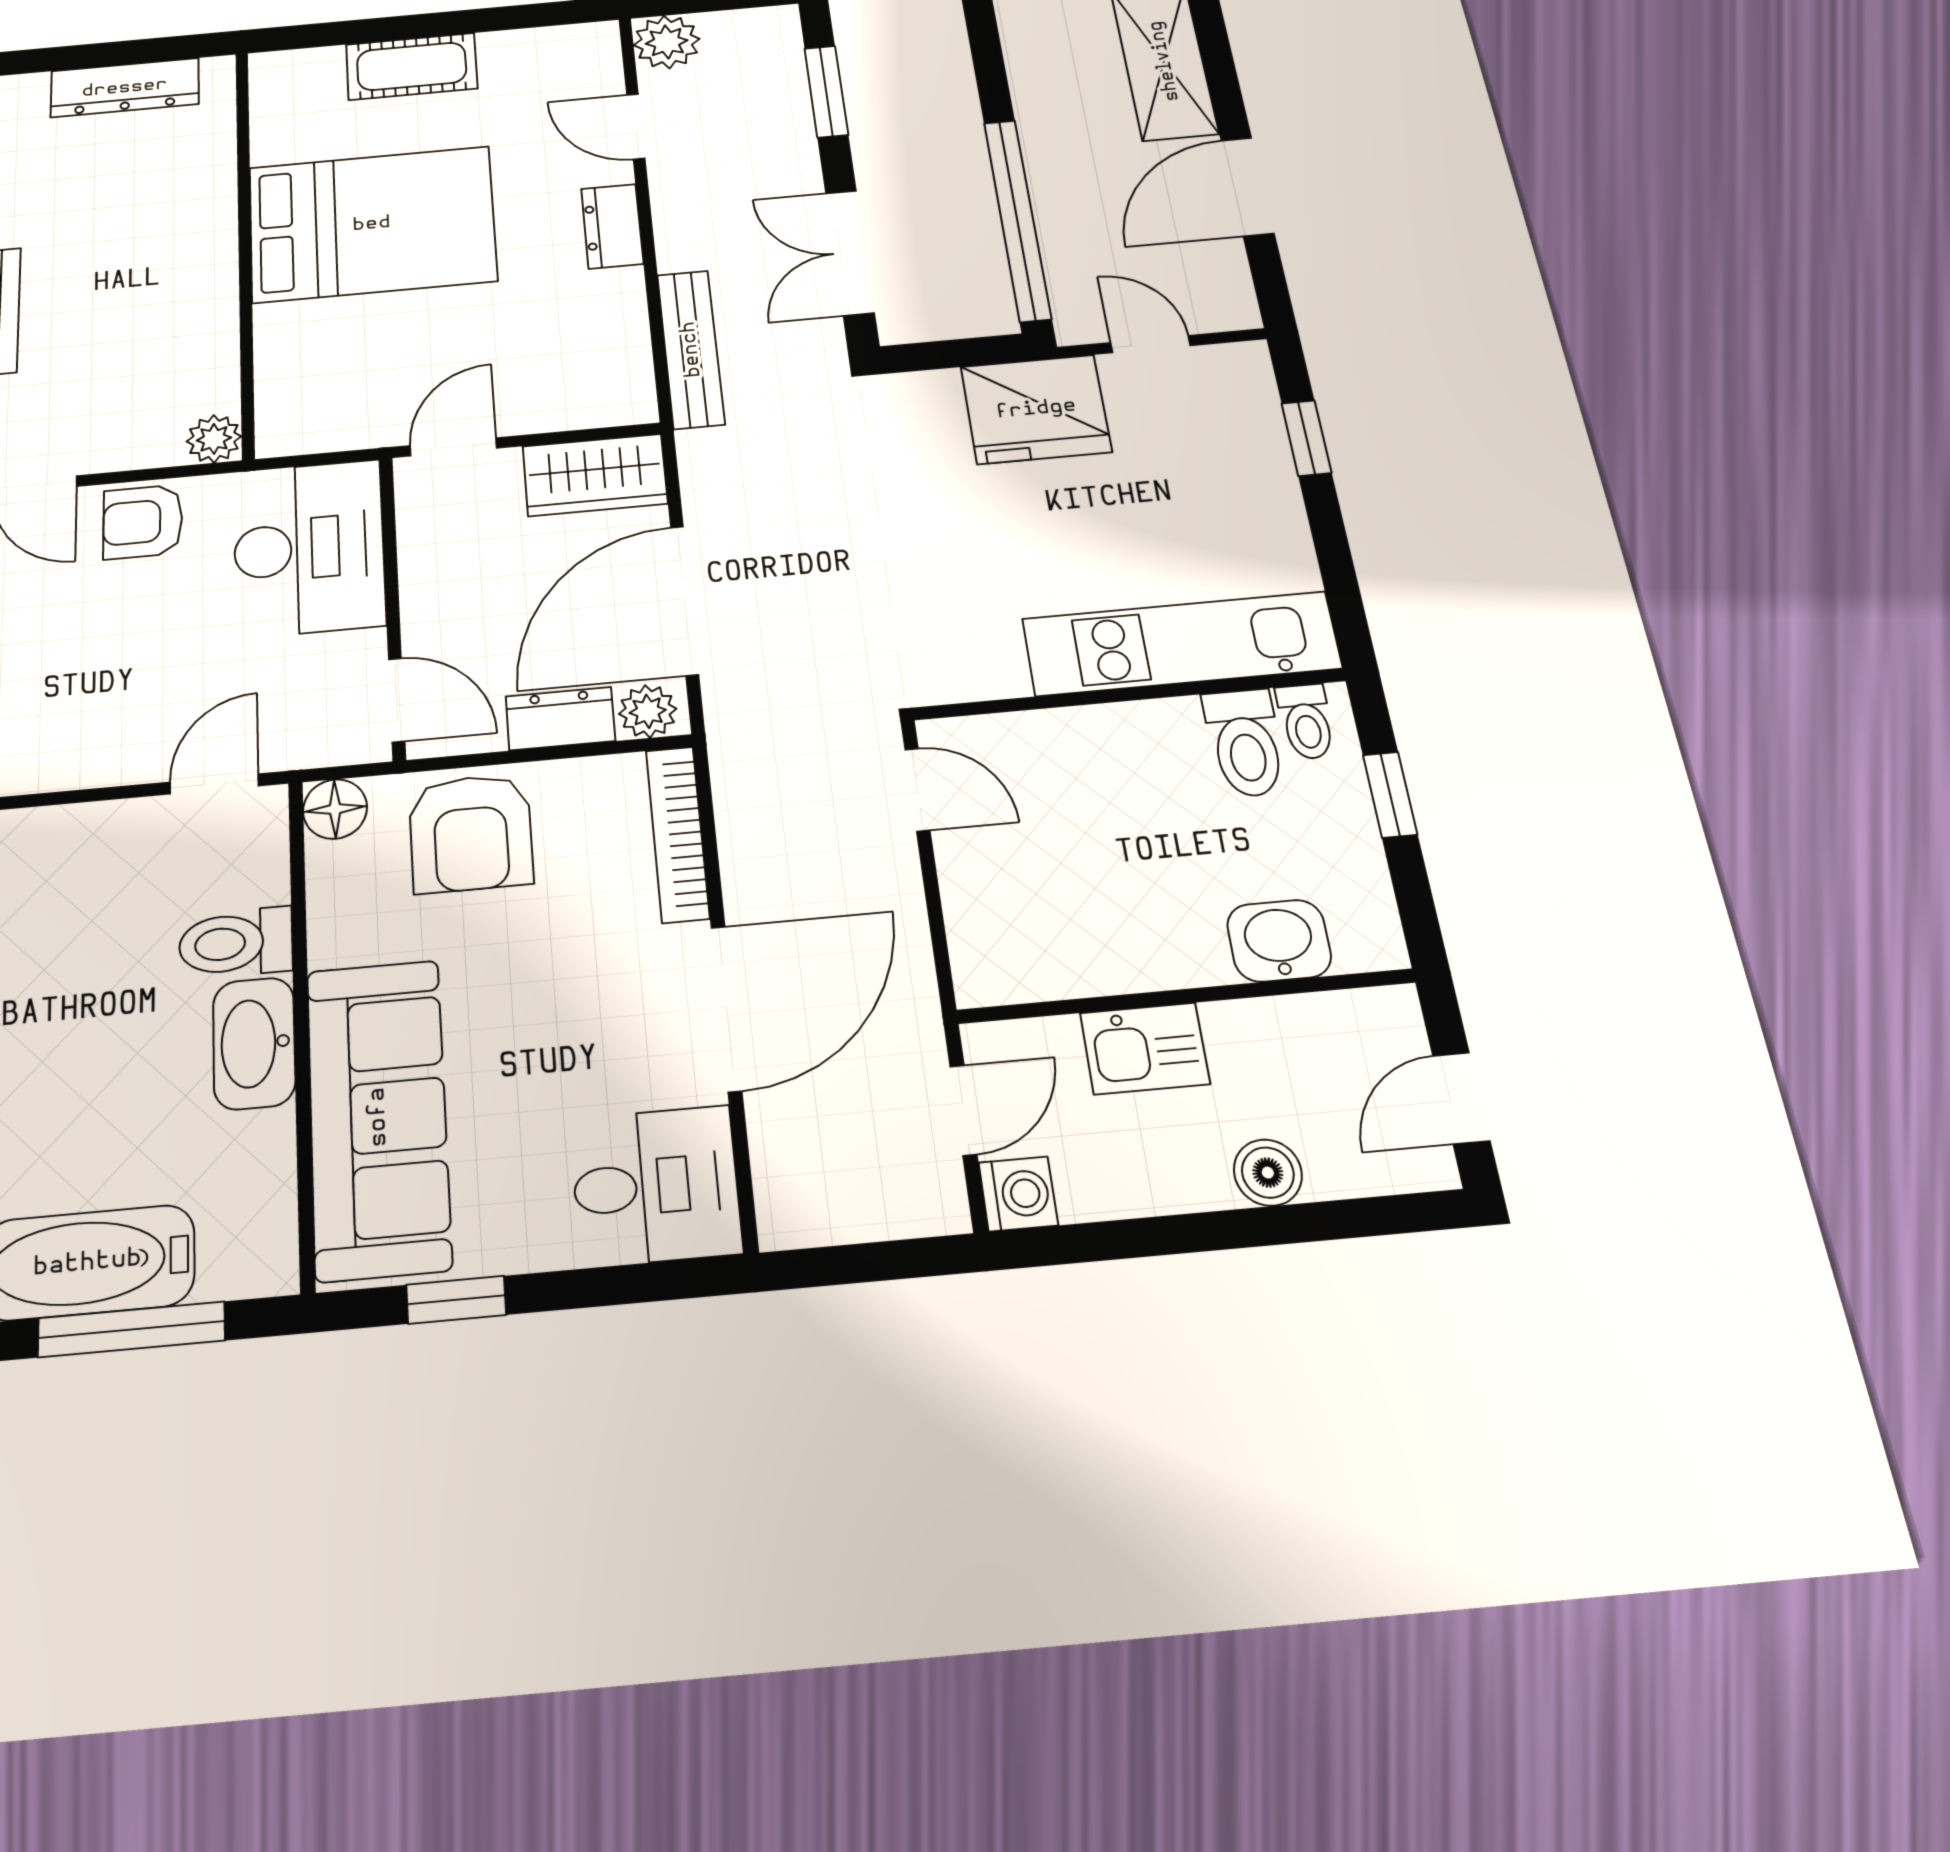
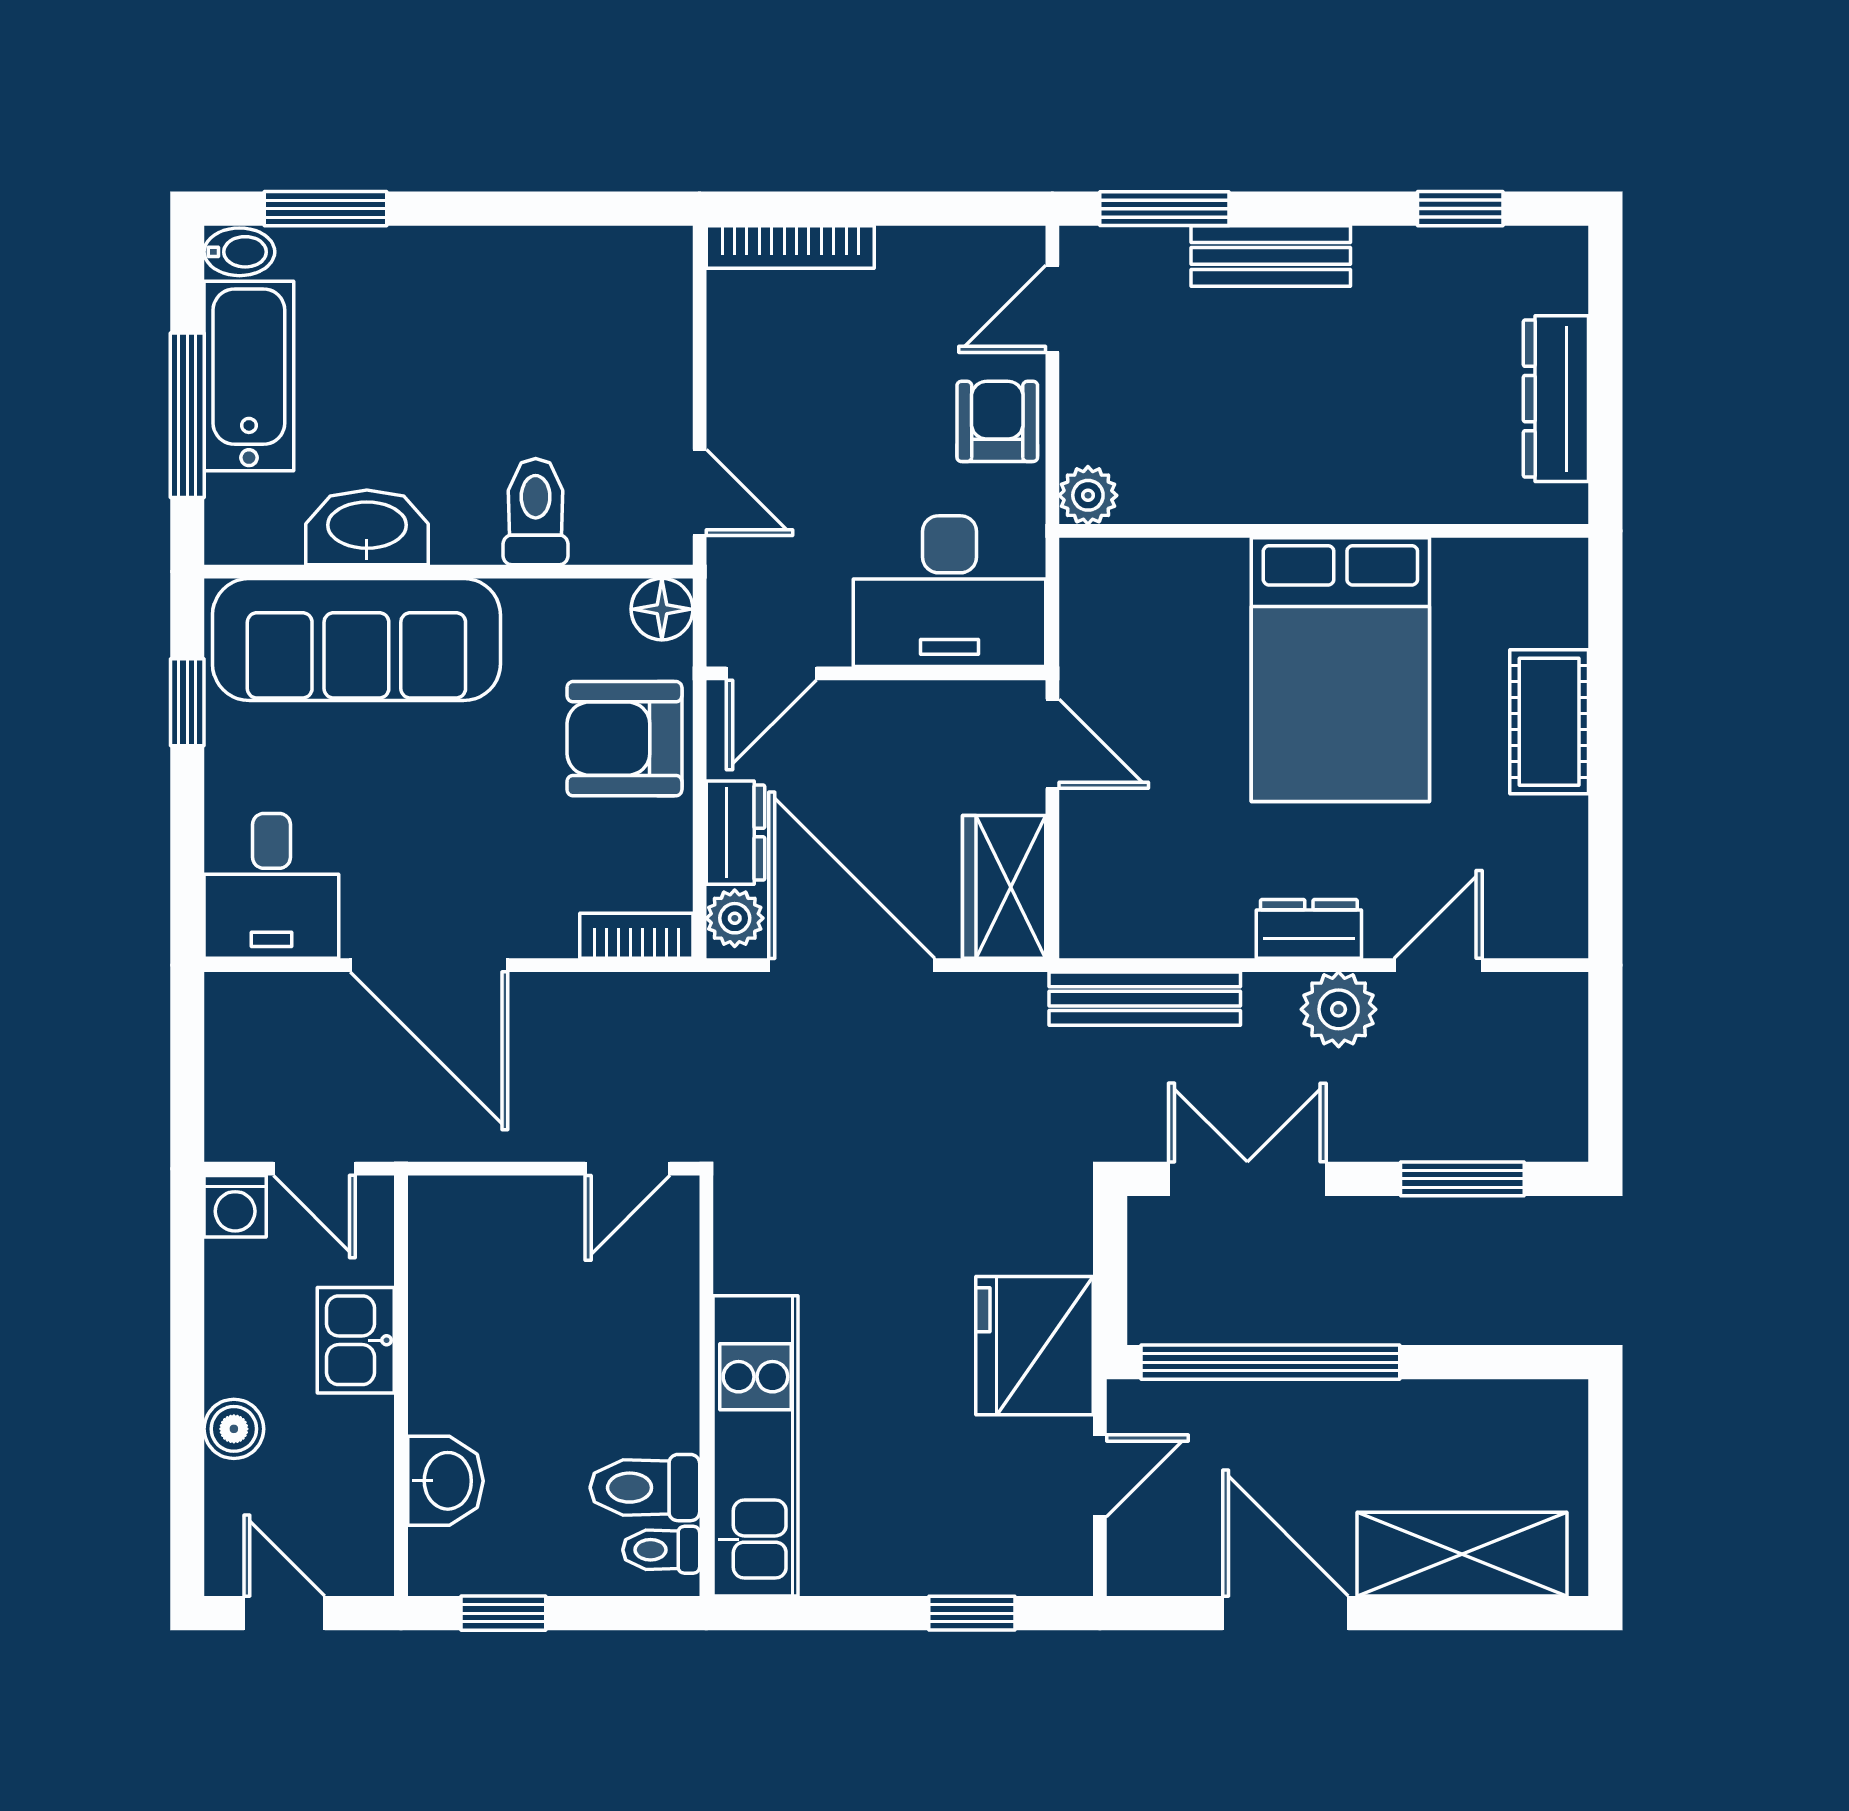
plant: (667, 42) -> (1339, 1009), moved
window: (1390, 795) -> (503, 1613), moved
bookcase: (678, 834) -> (636, 936), width x0.64
washbasin: (254, 1043) -> (367, 527), moved

